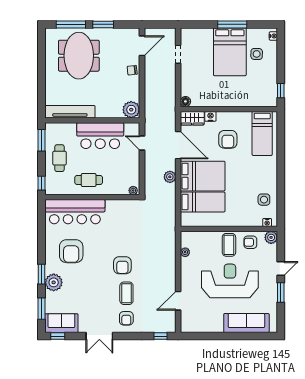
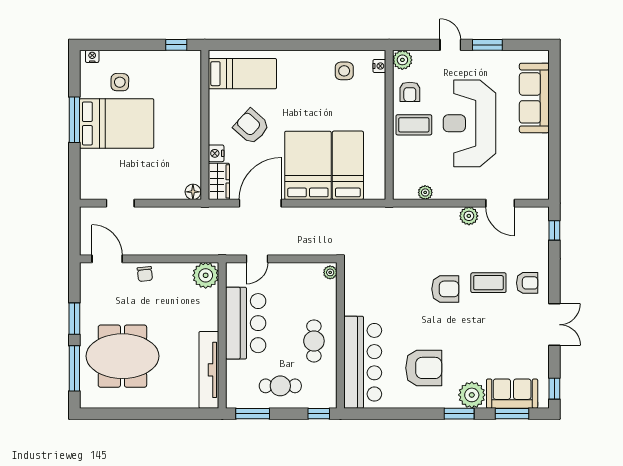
armchair: (228, 139) -> (251, 127), turned -138
plant: (170, 177) -> (469, 216), moved
sofa: (61, 323) -> (512, 394), moved, turned 90

